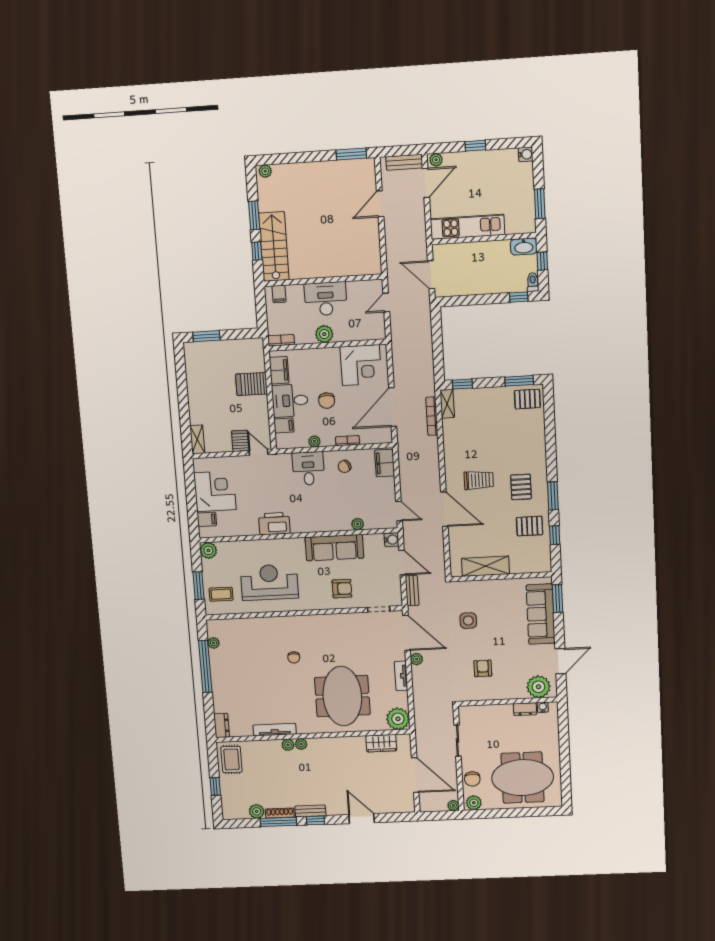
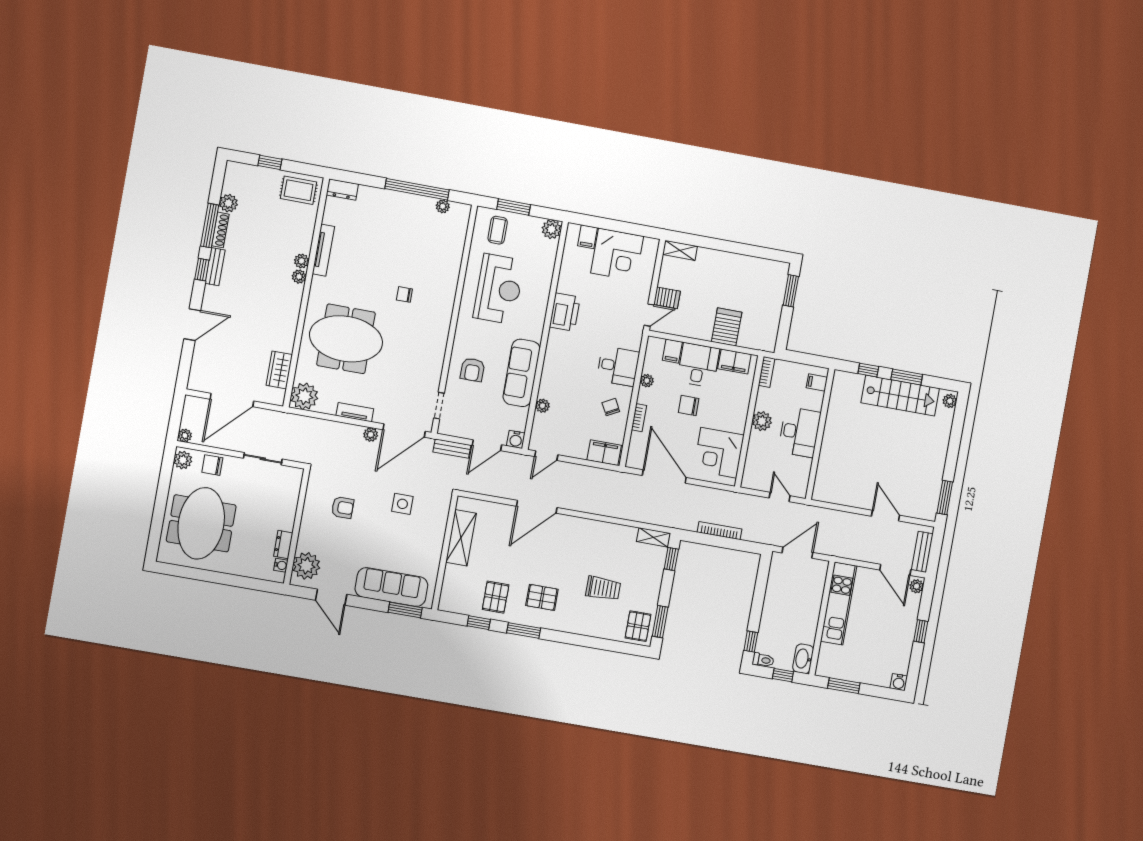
stairs: (274, 247) -> (900, 396), moved
bookcase: (432, 416) -> (719, 531), moved
trolley: (479, 480) -> (603, 588), moved, turned -90

